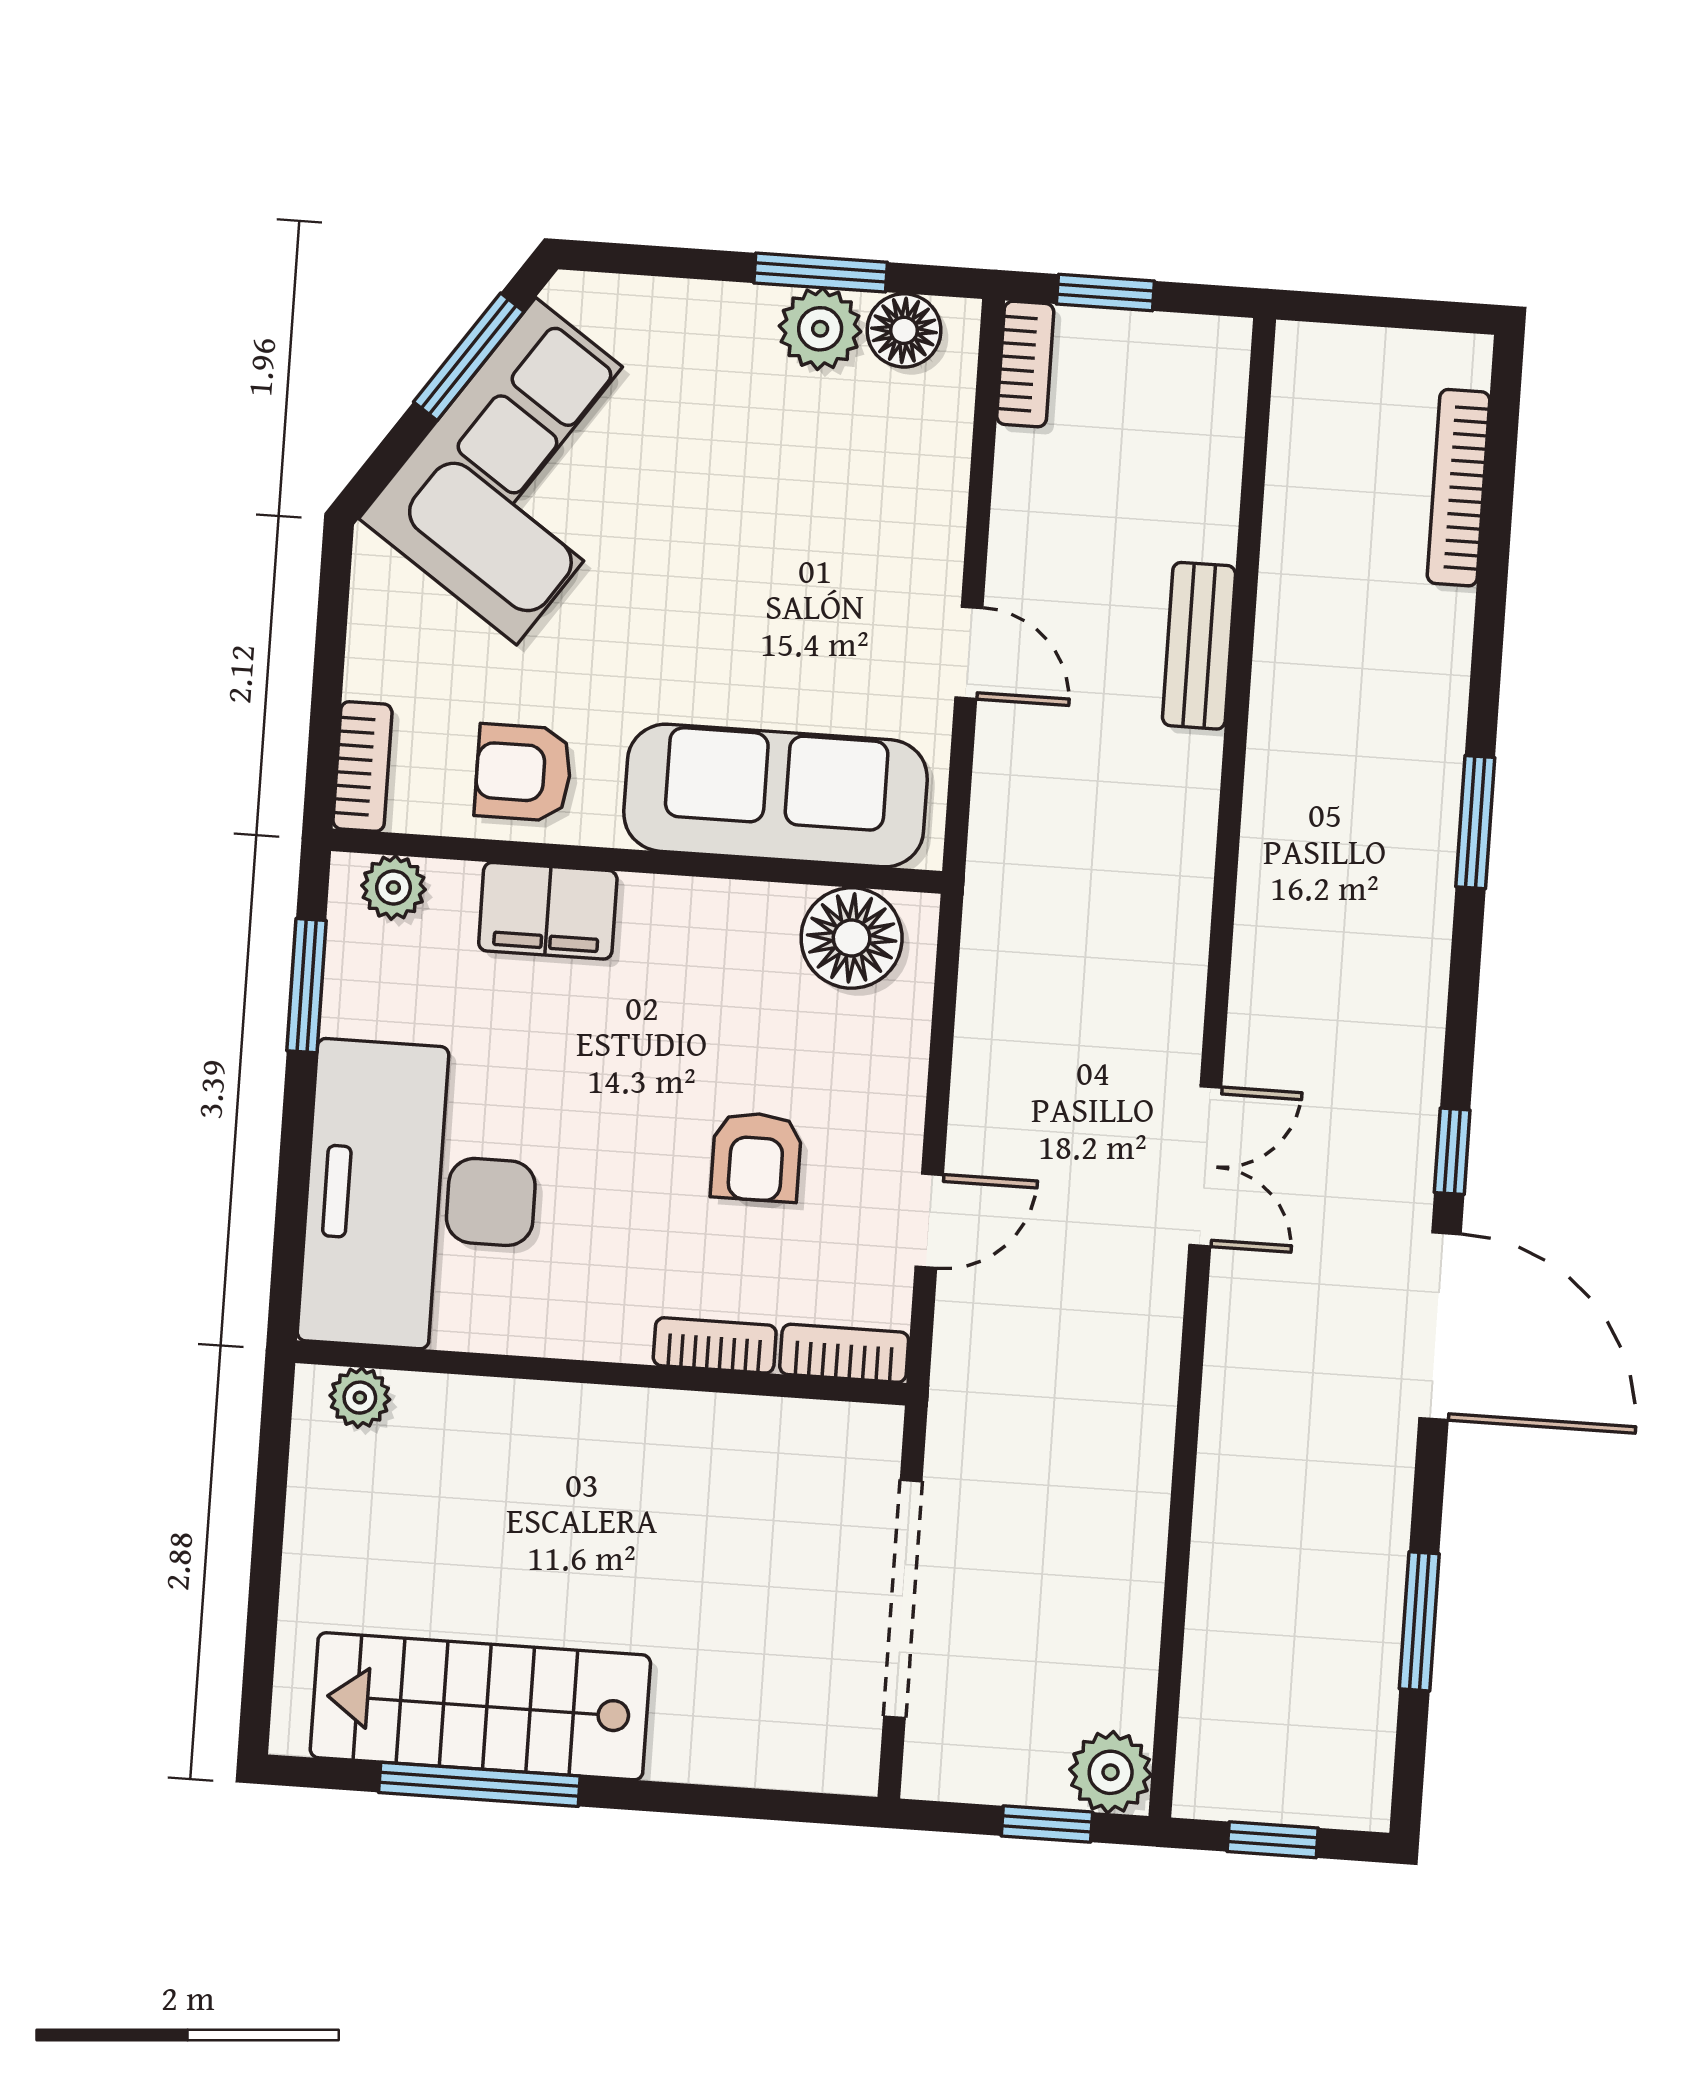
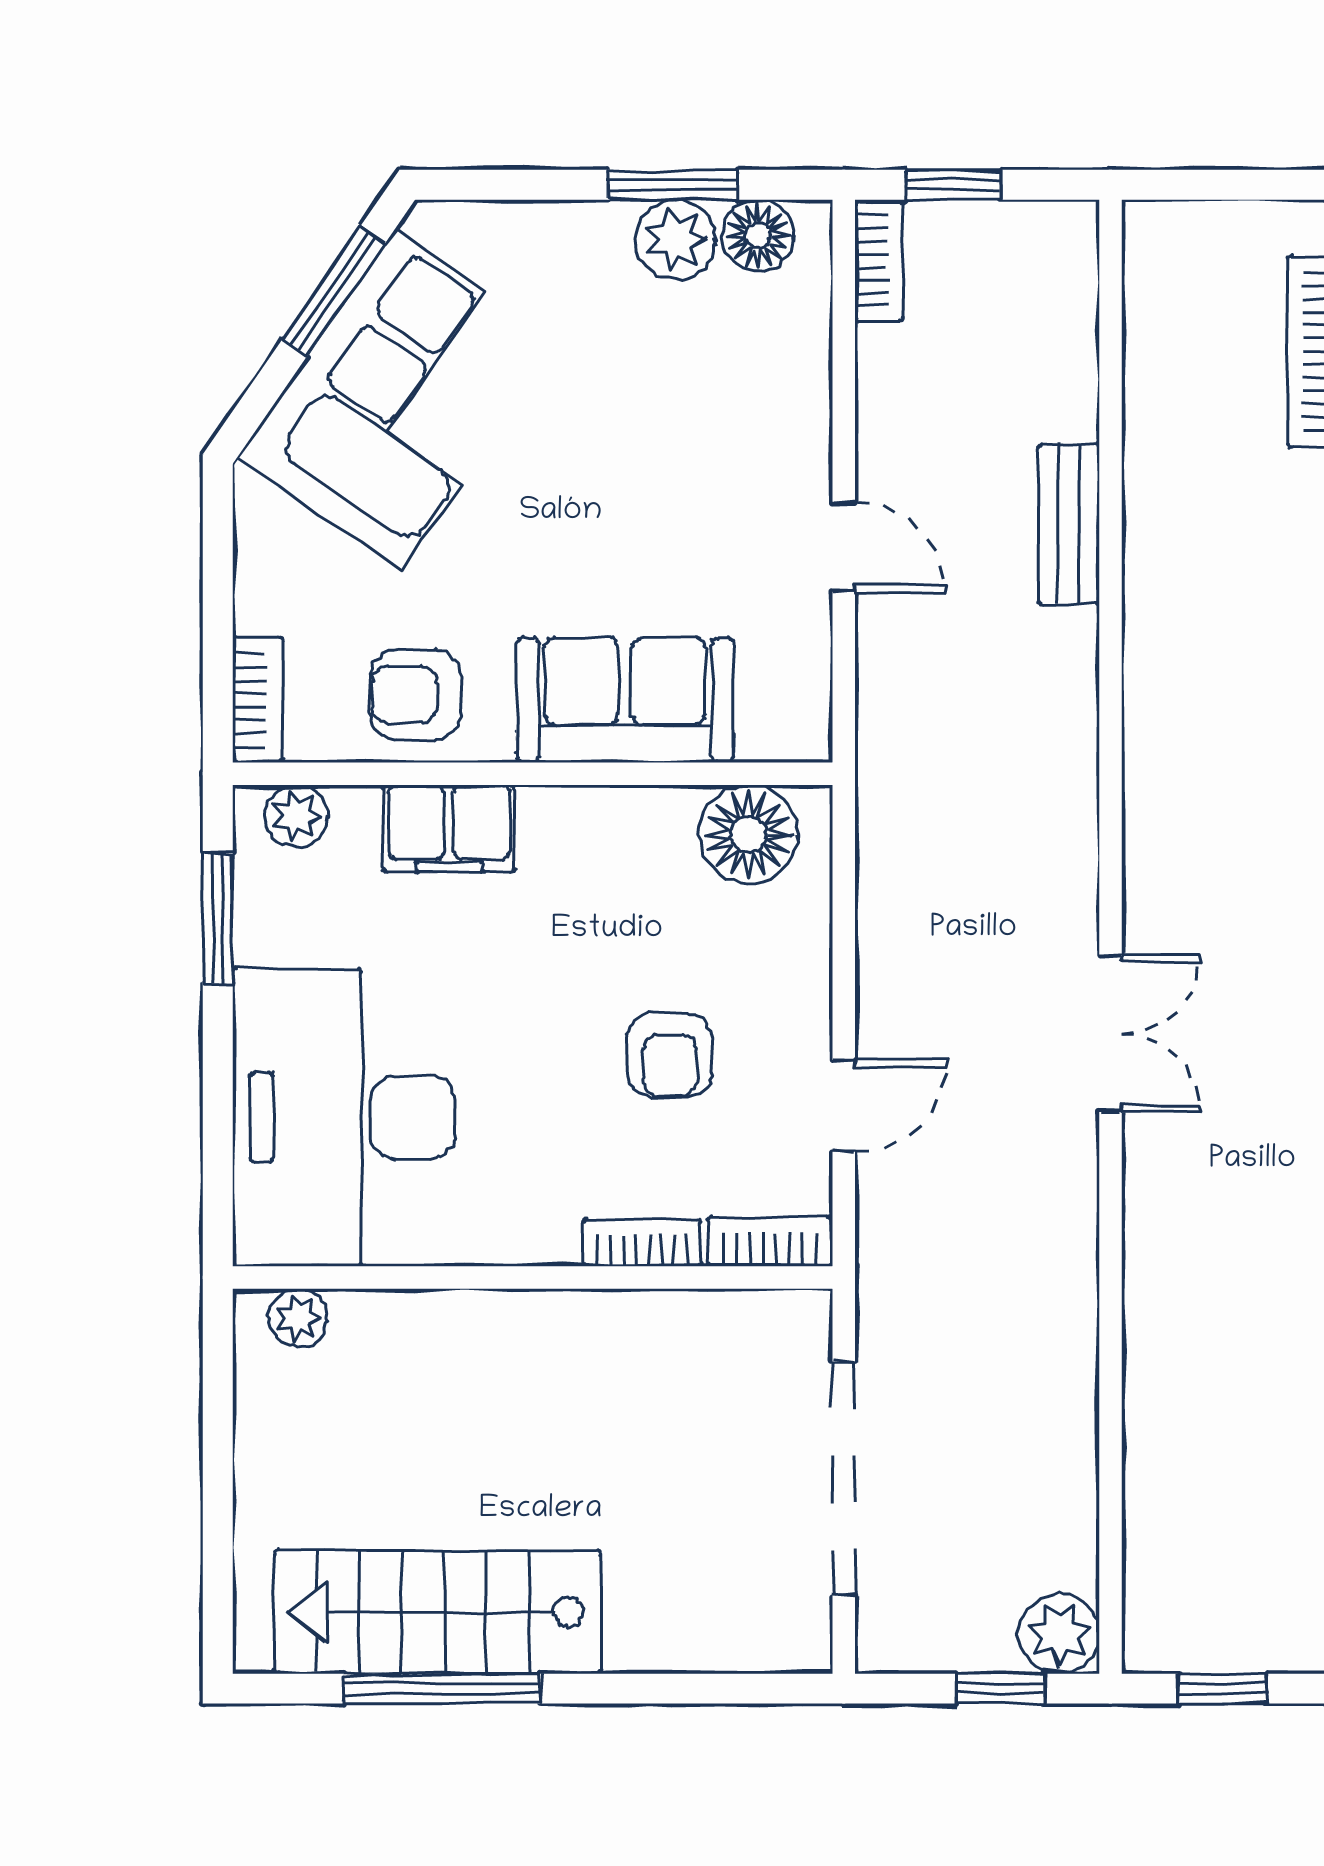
sofa: (775, 796) -> (625, 700), width x0.73

